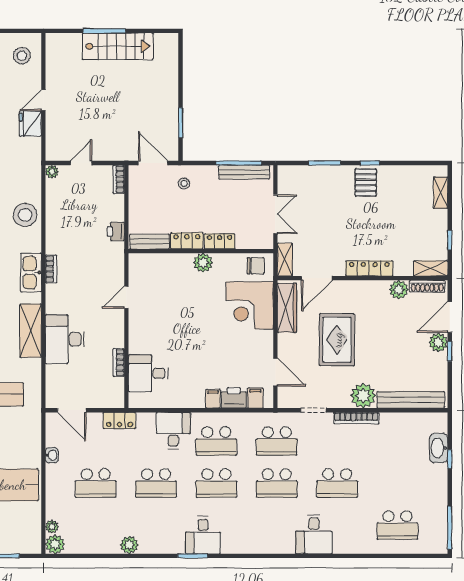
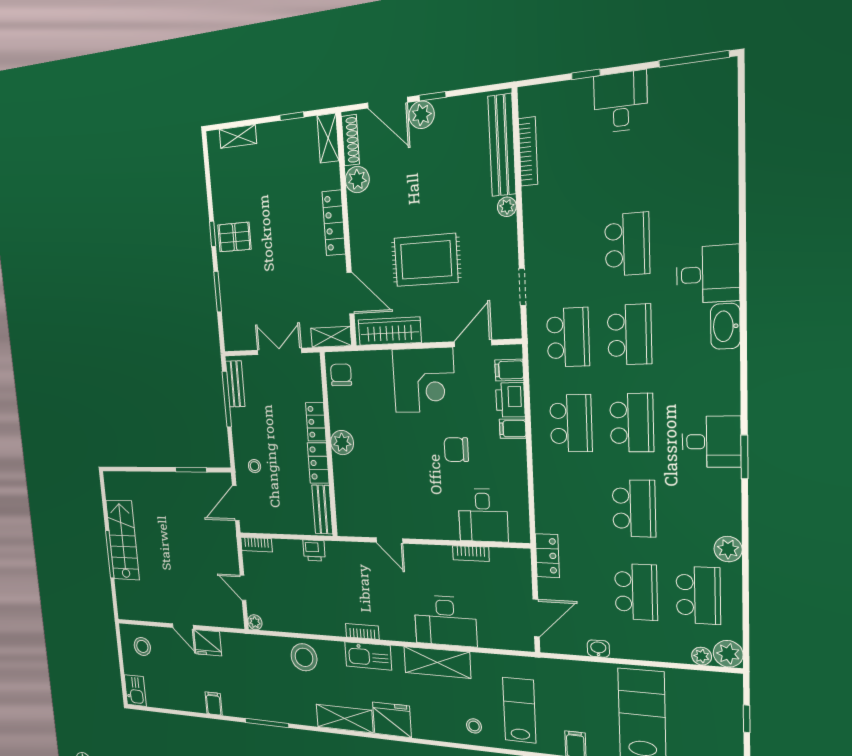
bench: (244, 172) -> (235, 384), width x0.73
corner desk: (250, 305) -> (424, 380), moved
chair: (198, 355) -> (456, 450), added
plant: (363, 396) -> (507, 207), width x0.53, depth x0.53
bookcase: (356, 418) -> (528, 151), moved
desk: (173, 431) -> (621, 102), moved, turned 90
washbasin: (439, 448) -> (725, 326), moved, turned 90
school desk: (397, 525) -> (698, 595), moved

